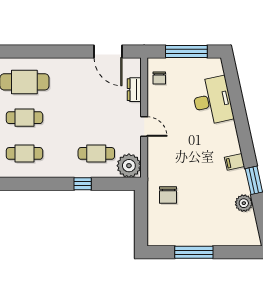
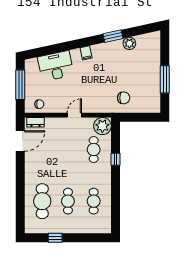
dresser: (134, 90) -> (35, 122), moved
filing cabinet: (235, 162) -> (86, 53), moved

